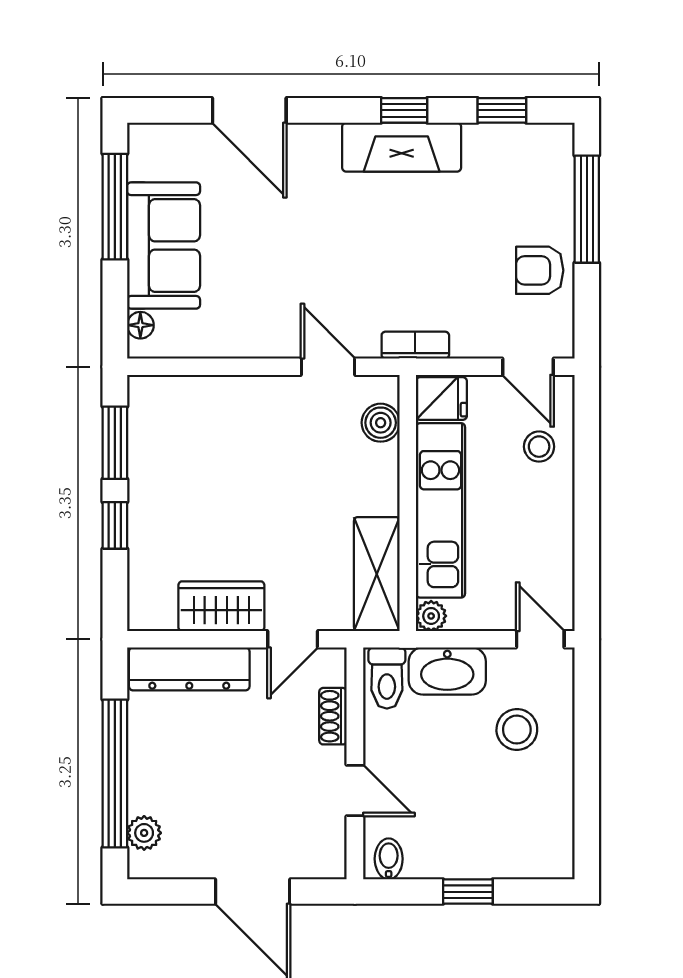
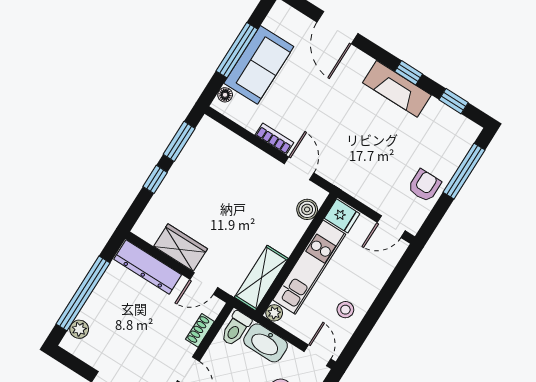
window: (115, 207) -> (237, 50), moved
armchair: (540, 270) -> (424, 186), turned 90
bookcase: (415, 345) -> (274, 139), moved
door: (528, 367) -> (391, 227), hinge flipped
stool: (539, 447) -> (345, 310), moved

